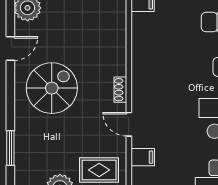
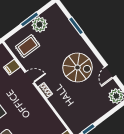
spiral stairs: (52, 88) -> (77, 67), turned -90

